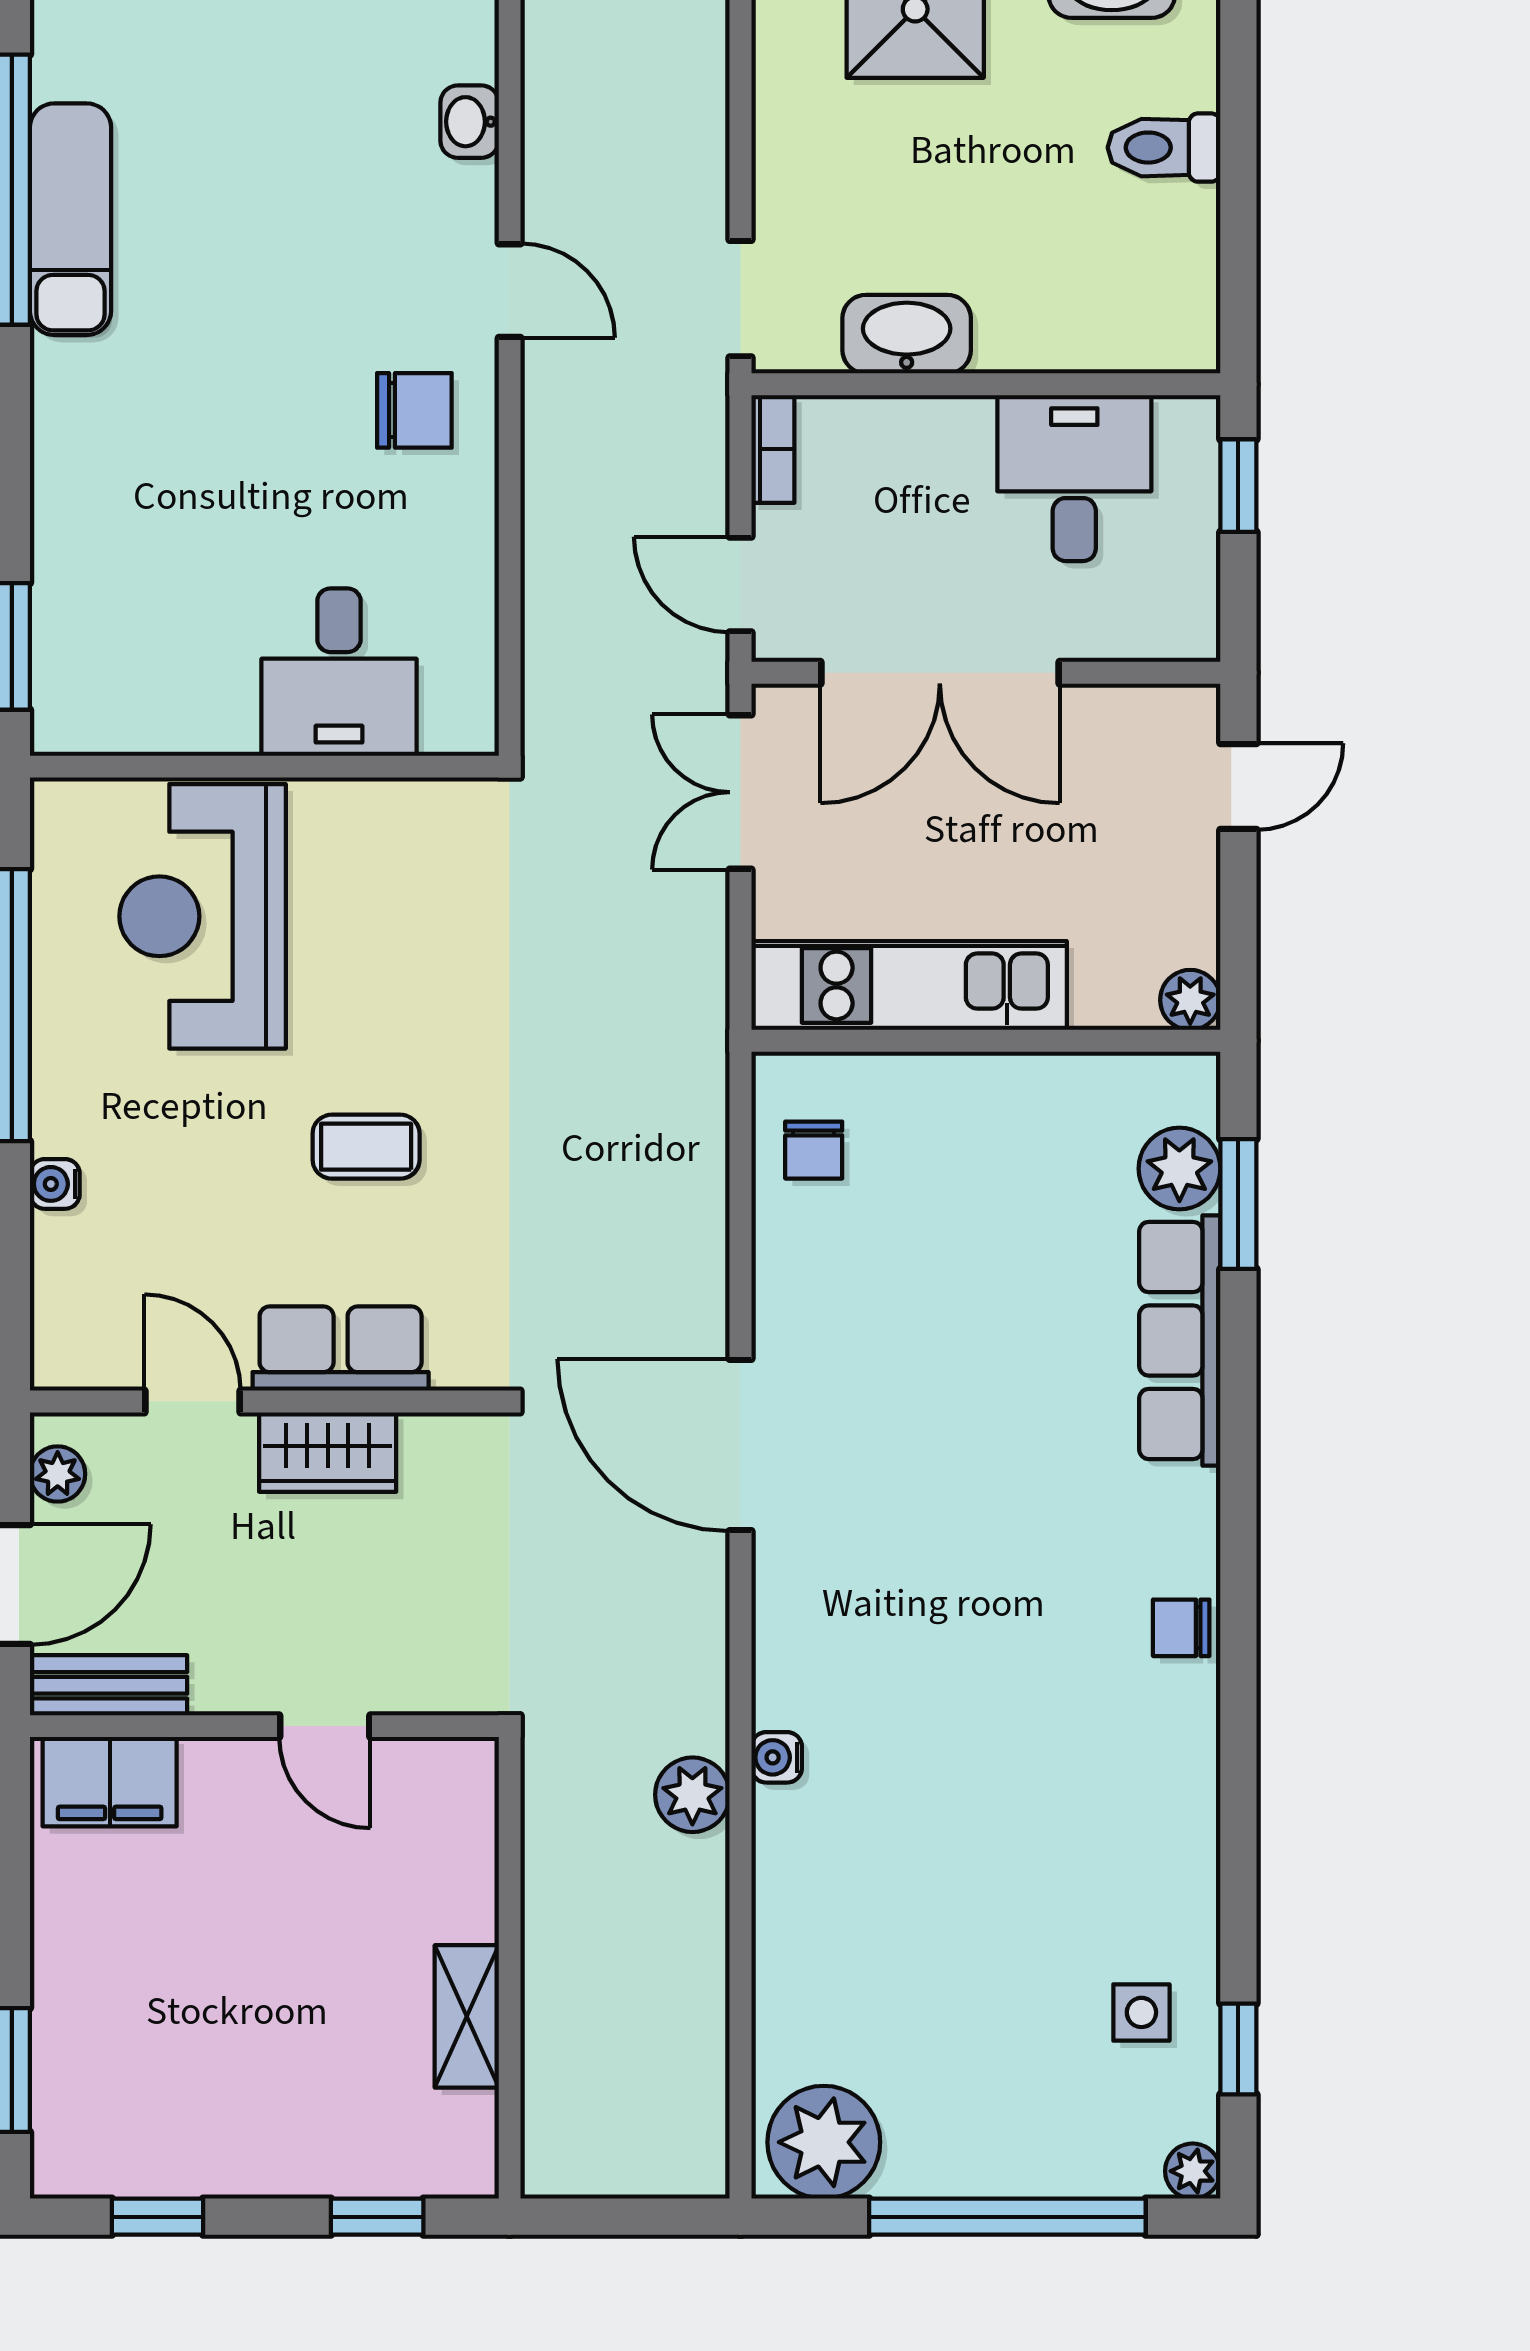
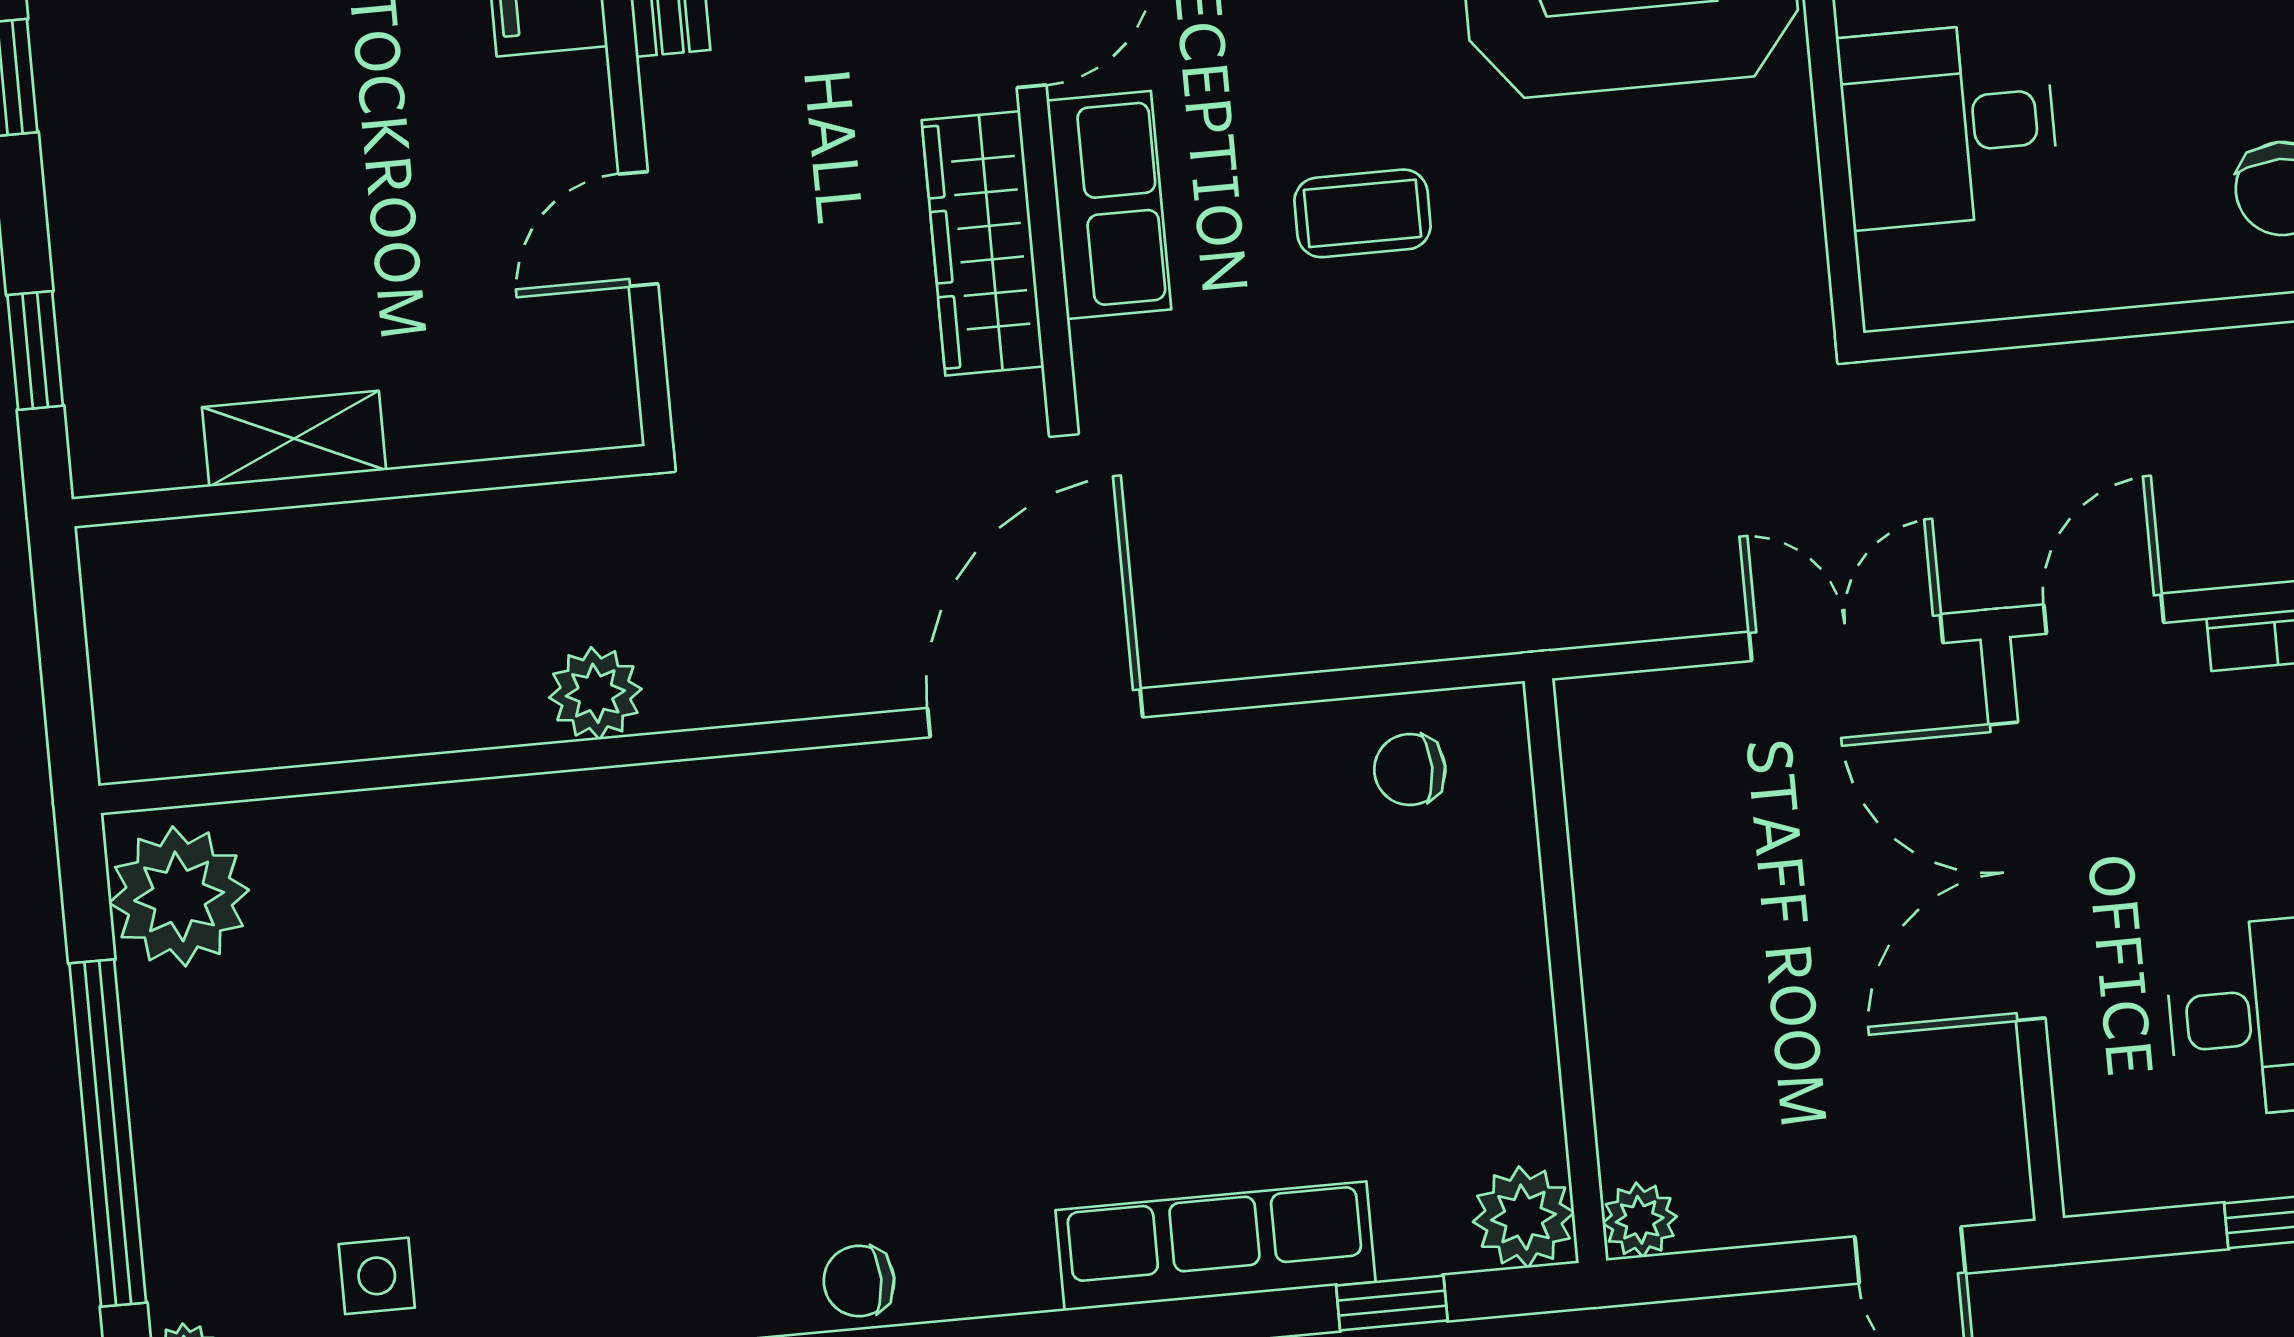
kitchen unit: (909, 985) -> (1625, 869), removed
coffee table: (366, 1147) -> (1362, 213), turned 90
plant: (1179, 1169) -> (1524, 1217), moved
window: (1238, 1204) -> (1392, 1303), width x0.67
wardrobe: (328, 1452) -> (983, 243), width x1.50
chair: (1181, 1628) -> (859, 1281), turned -90
water cooler: (777, 1757) -> (651, 794), removed

